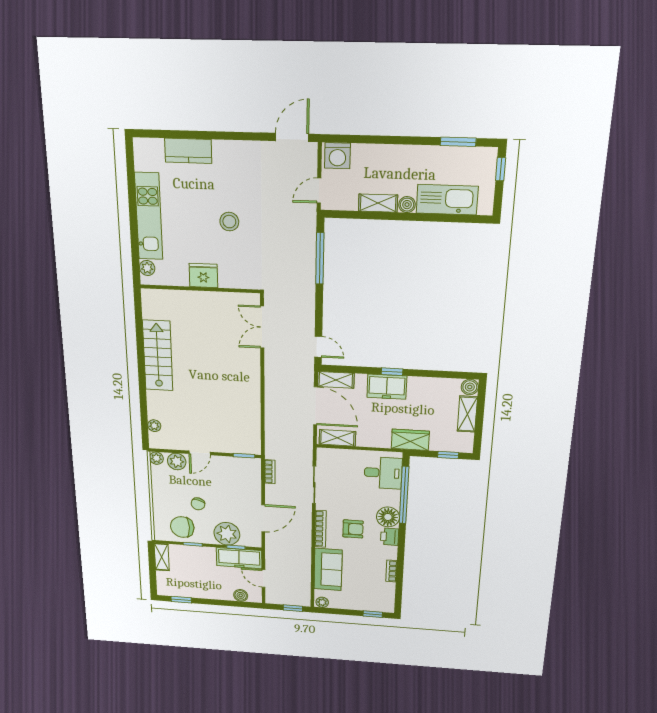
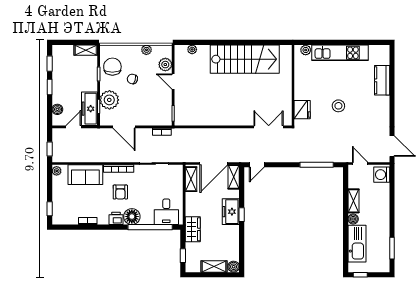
window: (501, 169) -> (360, 275), moved
fridge: (203, 275) -> (302, 110), moved
stairs: (158, 356) -> (245, 59), width x1.36, depth x1.51
plant: (156, 458) -> (146, 50), moved
window: (212, 602) -> (50, 87), added

